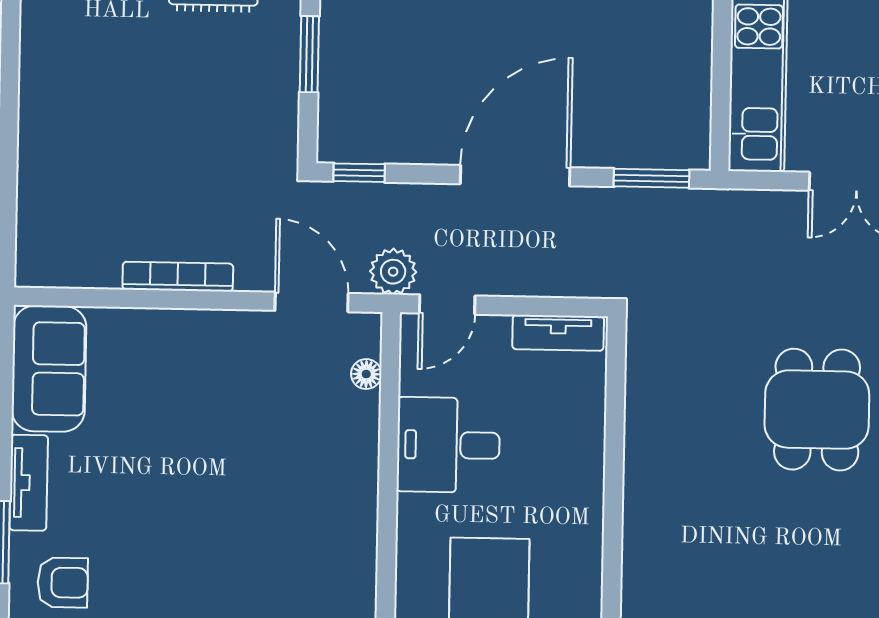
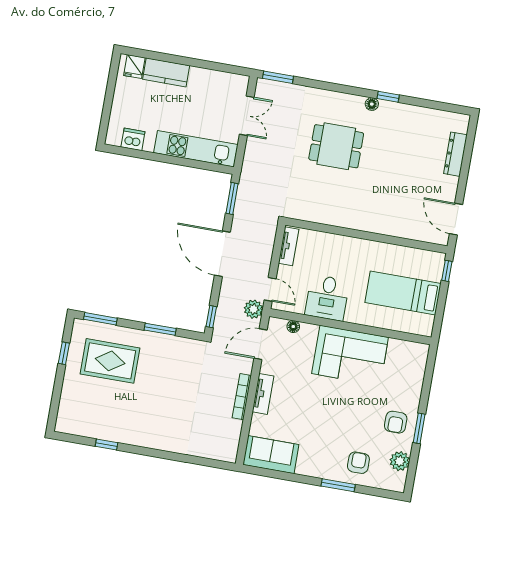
tv unit: (29, 483) -> (263, 394), moved, turned 90
corner sofa: (318, 522) -> (350, 355), added

